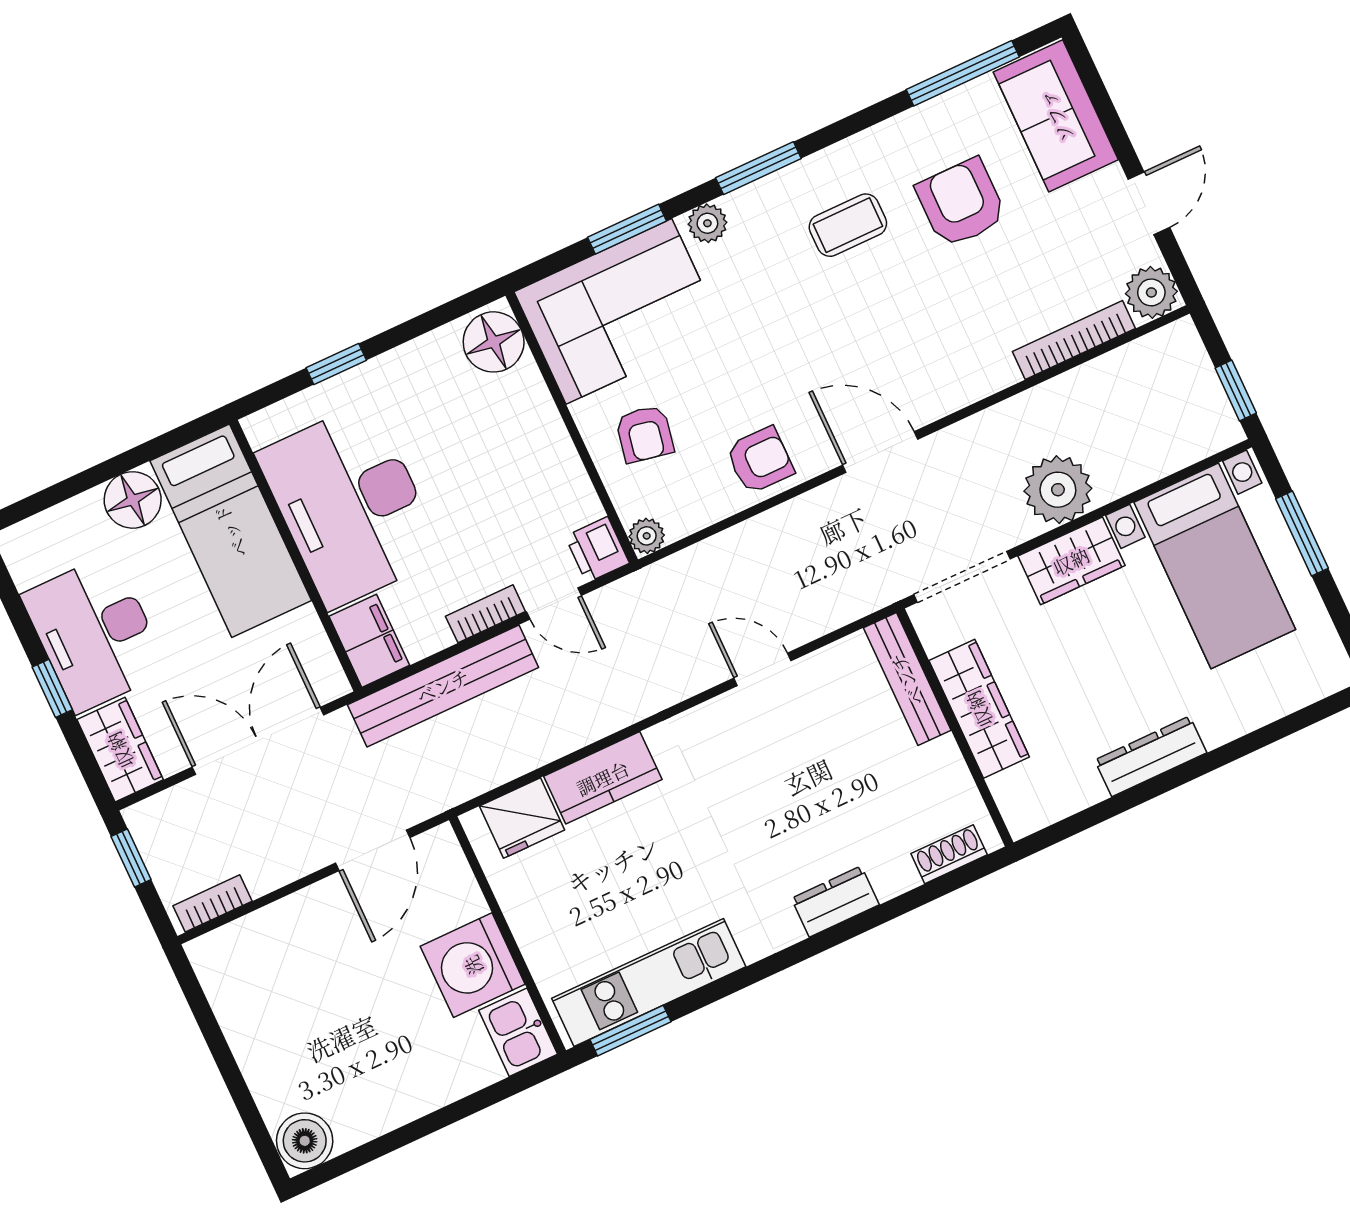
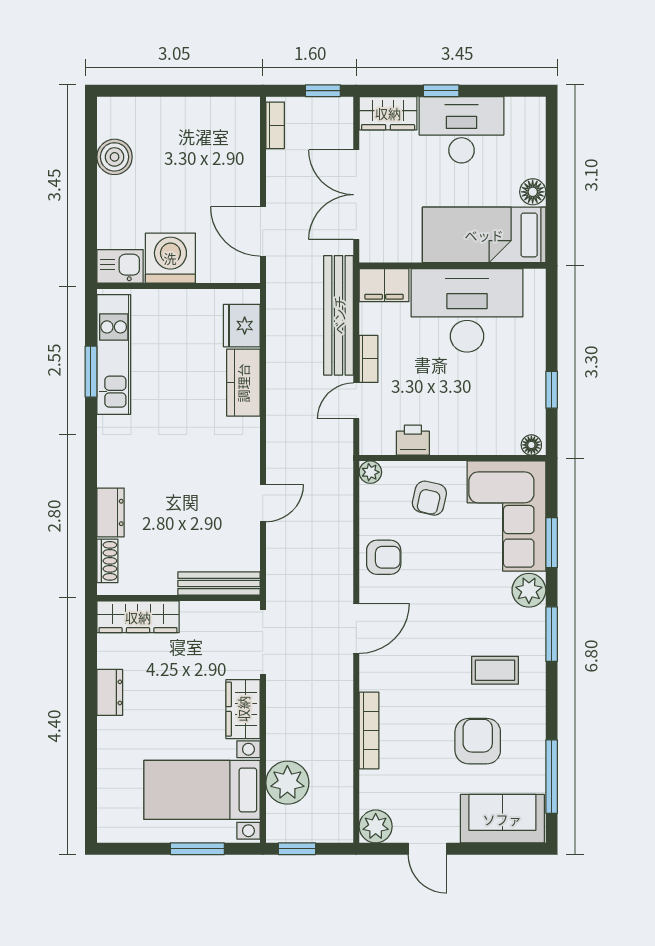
armchair: (961, 203) -> (478, 741), turned -90
plant: (707, 223) -> (529, 590), width x1.38, depth x1.38
coffee table: (848, 225) -> (495, 670), turned 90
bookcase: (1074, 340) -> (369, 730), moved
floor lamp: (494, 342) -> (531, 445), width x0.53, depth x0.53
window: (336, 364) -> (552, 390), moved
armchair: (645, 434) -> (429, 498), turned -88
armchair: (760, 460) -> (384, 557), turned -90
plant: (1058, 490) -> (287, 783), moved
floor lamp: (133, 500) -> (533, 192), width x0.73, depth x0.73
printer: (597, 550) -> (413, 440), moved
wardrobe: (979, 709) -> (138, 617), moved
double door: (258, 741) -> (356, 195), swing flipped
dresser: (1151, 756) -> (110, 692), width x0.70
dresser: (835, 902) -> (111, 512), moved
window: (630, 1031) -> (91, 372), moved
boiler: (305, 1141) -> (115, 157), moved

